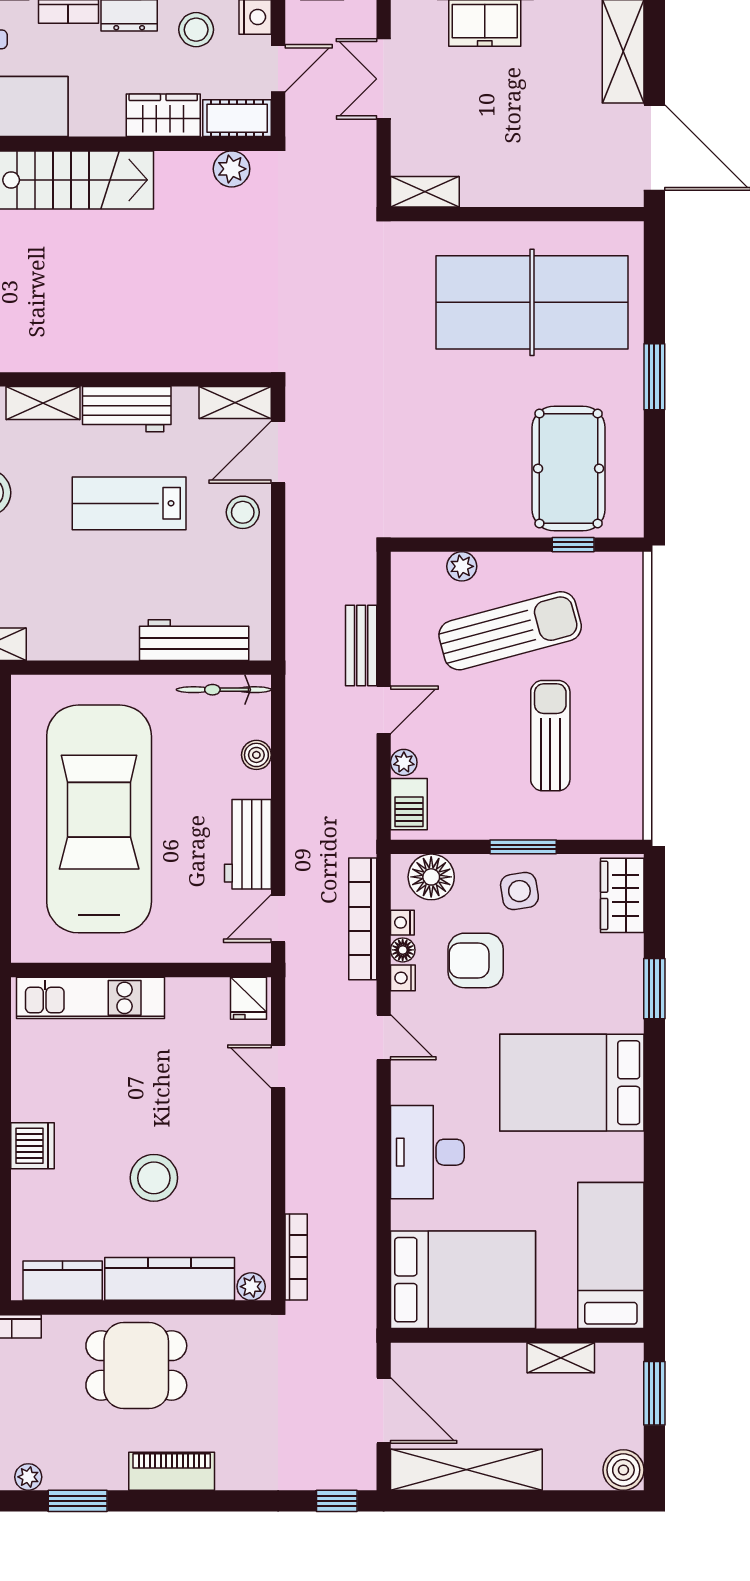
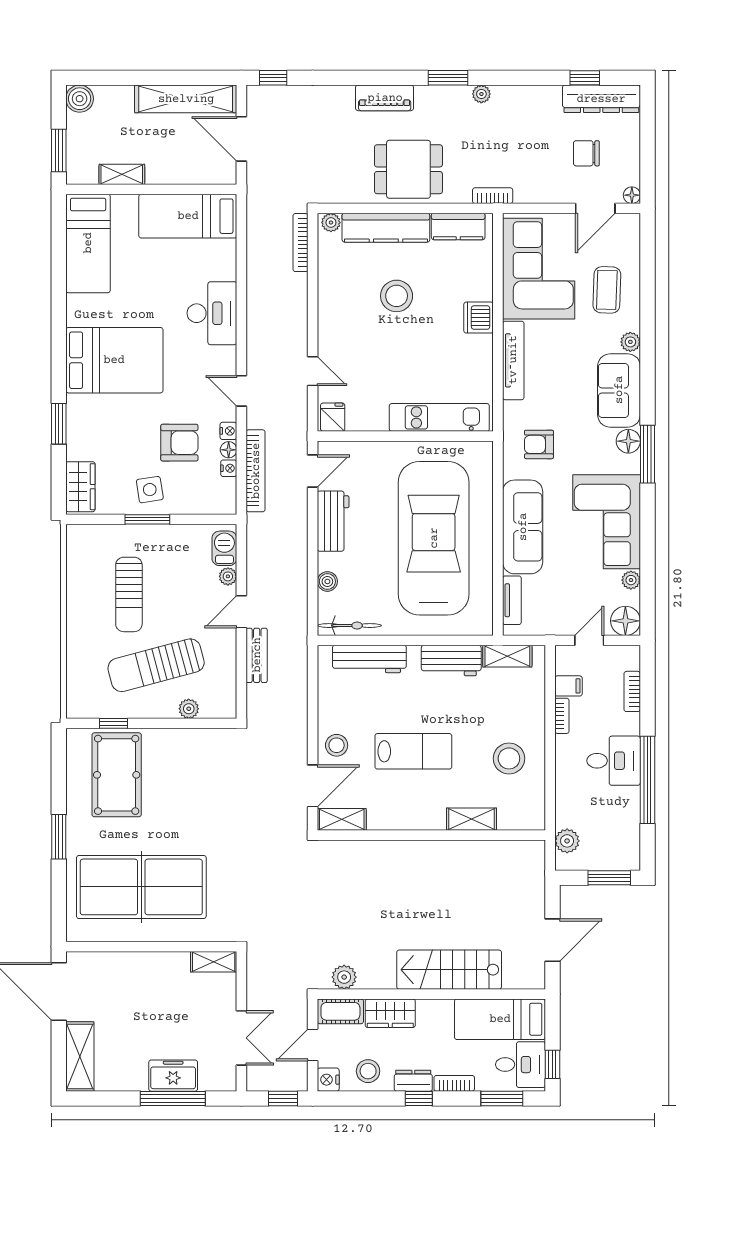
workbench: (127, 409) -> (451, 661), moved, turned 180
car: (99, 819) -> (434, 538), turned 180
floor lamp: (431, 877) -> (209, 499), removed
bed: (463, 1280) -> (188, 216), width x0.67

